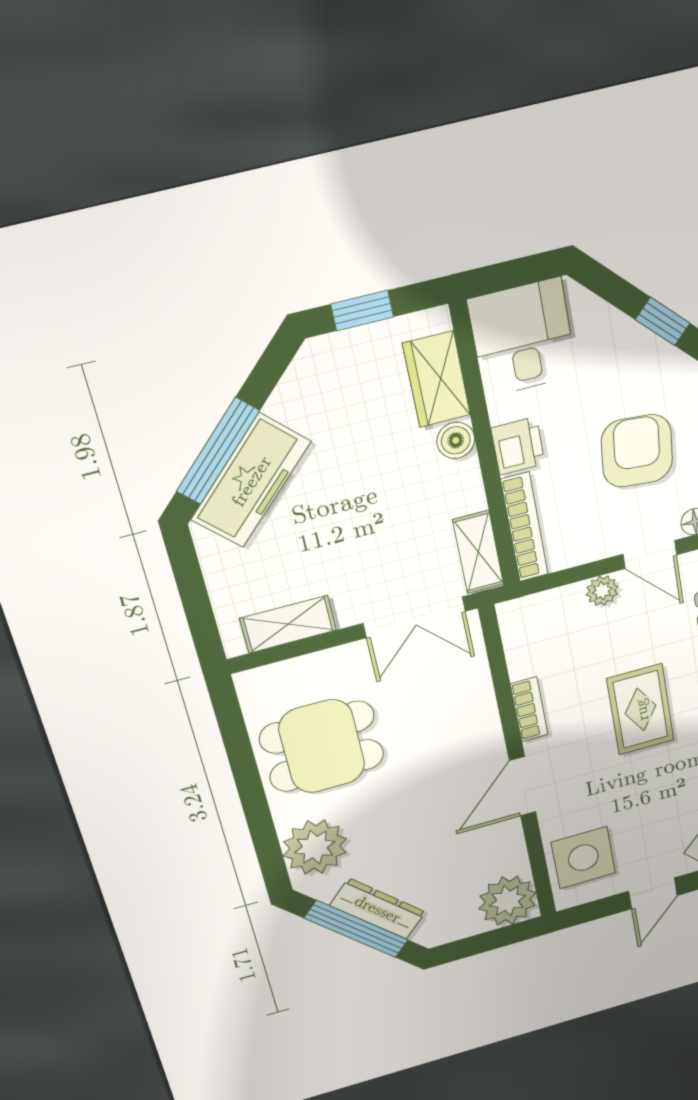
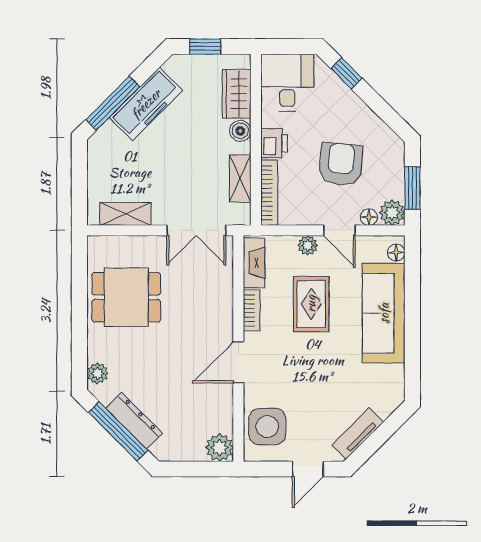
window: (663, 321) -> (347, 73), moved
freezer: (251, 481) -> (146, 104), moved
shelving: (478, 552) -> (240, 178), moved
fireplace: (520, 640) -> (254, 263), added
rug: (641, 710) -> (311, 304), moved
plant: (315, 847) -> (97, 373), width x0.53, depth x0.53
plant: (508, 901) -> (219, 448), width x0.73, depth x0.73

